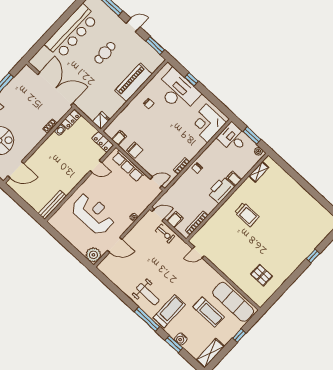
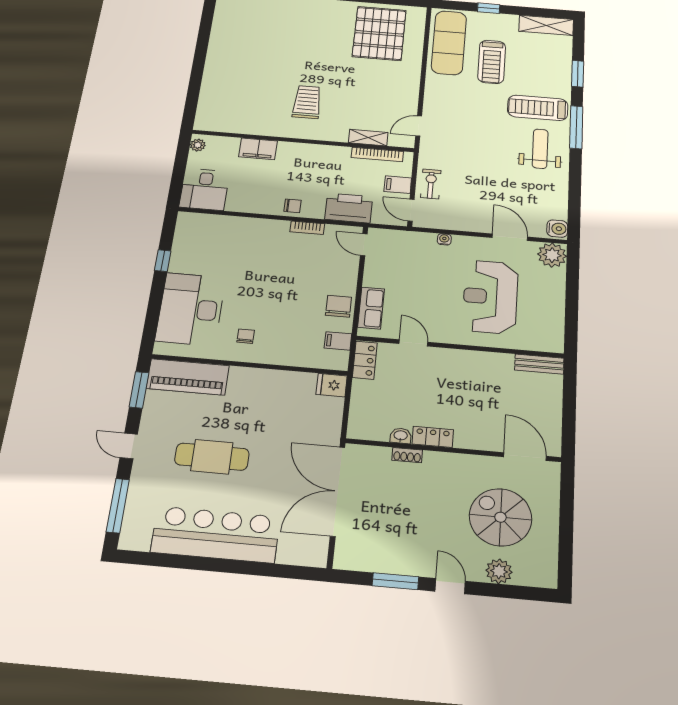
cafe table: (105, 53) -> (212, 457), width x1.37, depth x1.35
window: (192, 79) -> (163, 261), moved
piano: (134, 82) -> (188, 377), moved
locker: (71, 119) -> (433, 437), moved
corner desk: (207, 123) -> (210, 237), removed
window: (252, 135) -> (180, 168), removed
row of seats: (128, 166) -> (371, 308), width x0.68
shelving: (259, 172) -> (368, 138), moved
filing cabinet: (234, 179) -> (258, 149), width x2.00
printer: (221, 190) -> (349, 208), moved, turned 180
bench: (52, 205) -> (539, 364), width x0.73
door: (198, 252) -> (419, 126), swing flipped
pallet: (261, 275) -> (379, 33), width x2.05, depth x2.00
treadmill: (209, 312) -> (492, 62), turned 180
water cooler: (181, 339) -> (557, 229), moved

